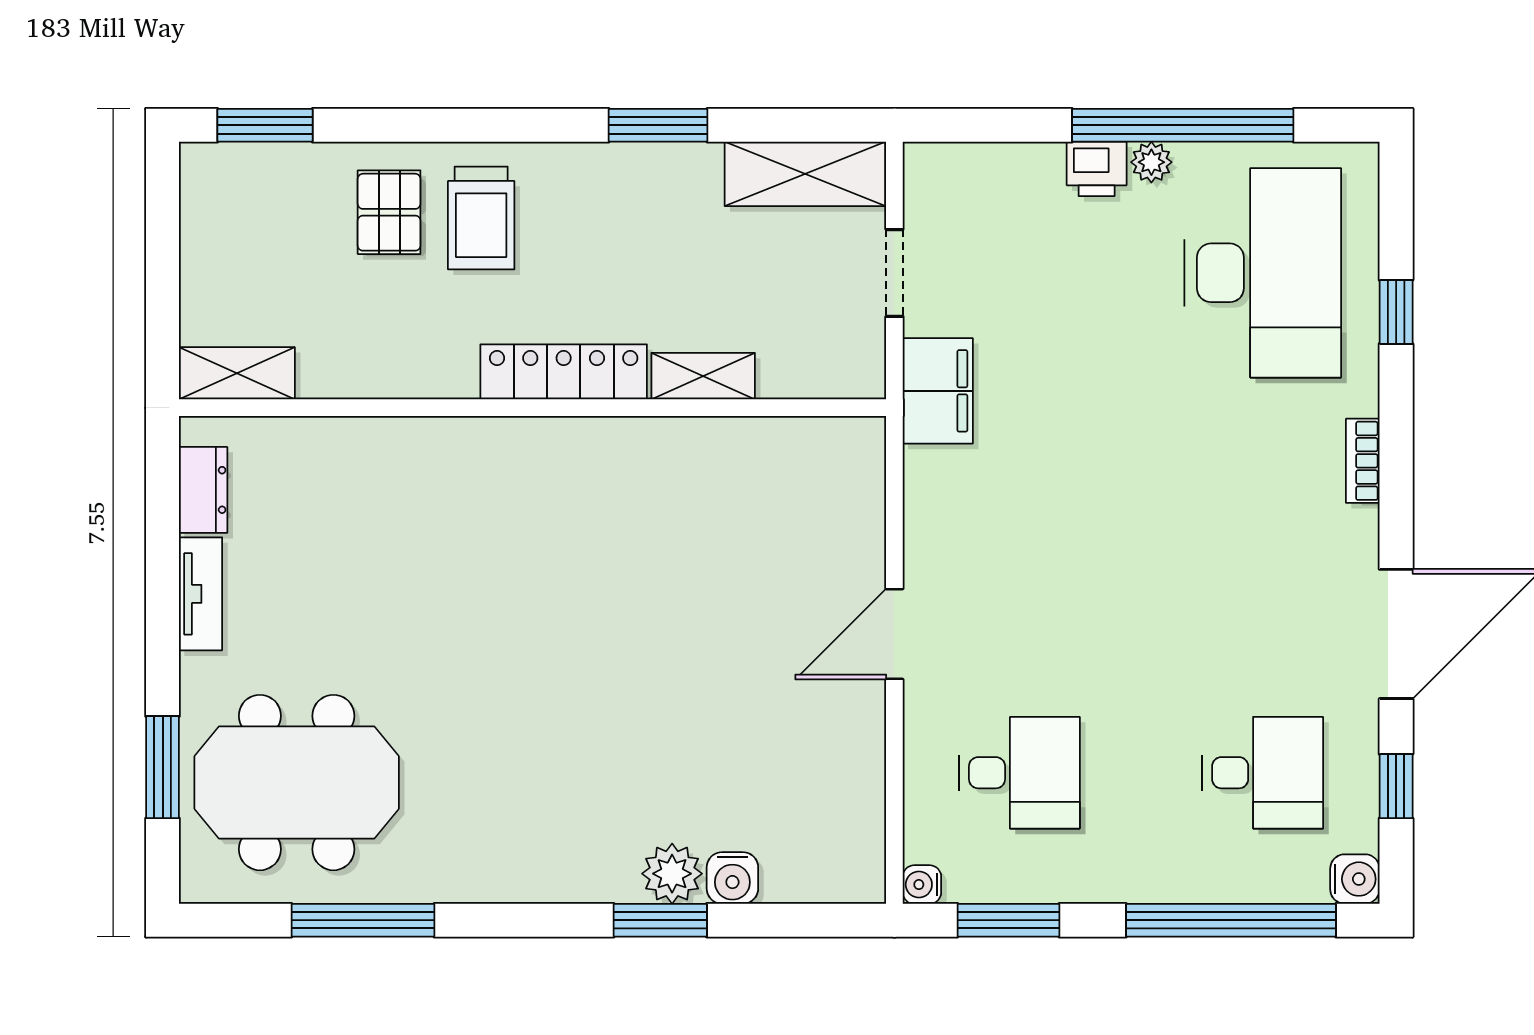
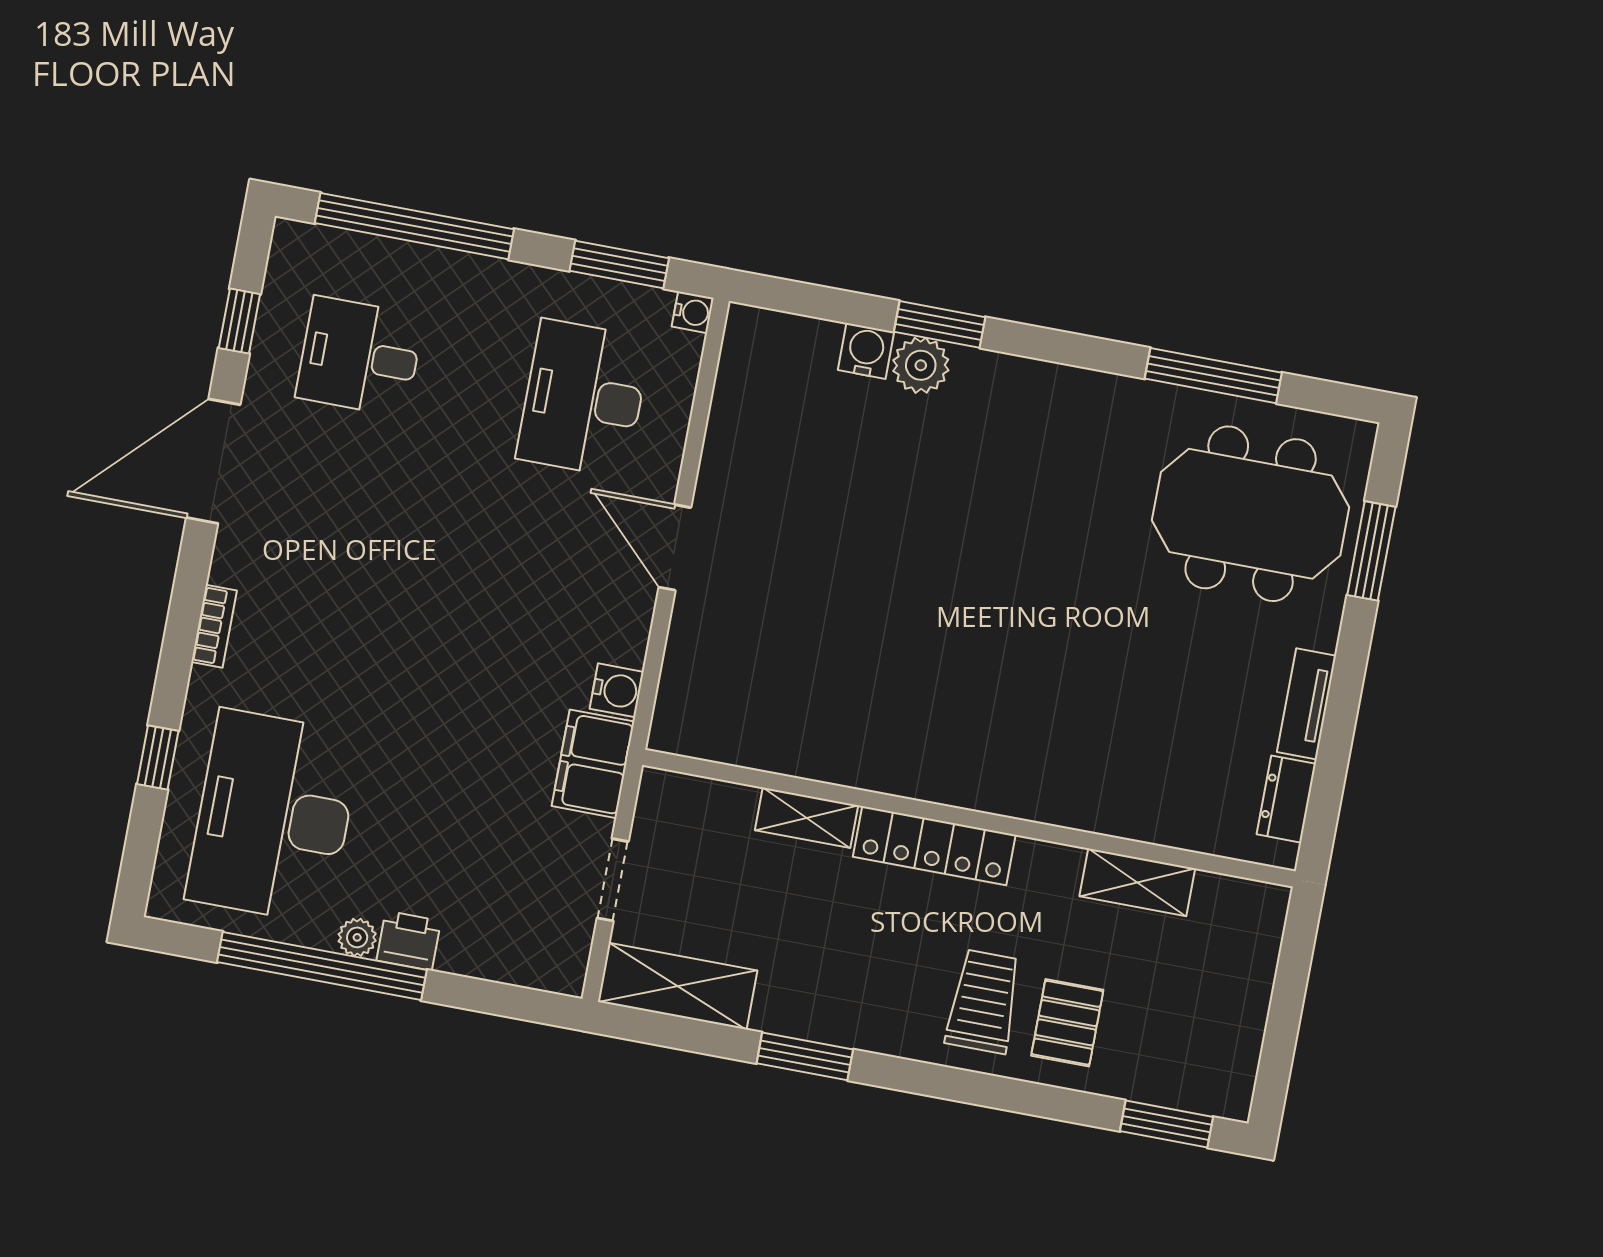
shelving: (237, 373) -> (1137, 882), moved
door: (894, 634) -> (675, 547), swing flipped
desk: (1020, 773) -> (584, 398), width x1.37
water cooler: (1355, 879) -> (617, 690), moved, turned 180

